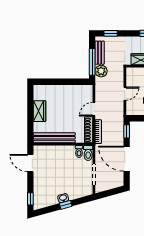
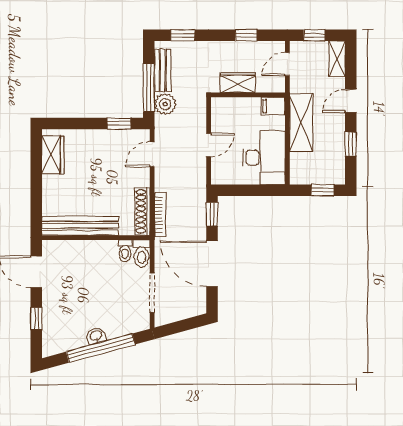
window: (76, 82) -> (119, 123), added
door: (94, 109) -> (152, 154), moved
wardrobe: (40, 111) -> (53, 155), moved
window: (30, 199) -> (36, 319), moved
window: (66, 205) -> (101, 348), width x3.17

